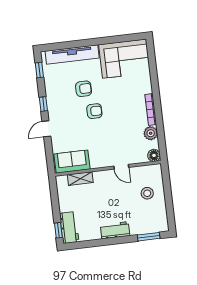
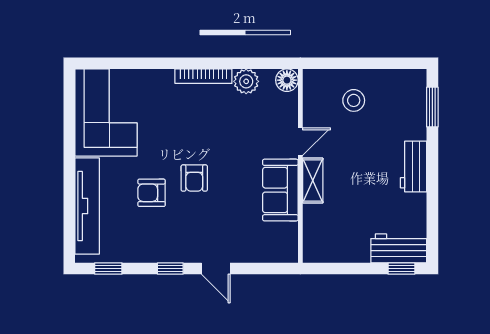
armchair: (84, 89) -> (152, 193), turned -90
armchair: (94, 111) -> (194, 178), turned 180
sofa: (72, 162) -> (280, 190), moved
shelving: (80, 179) -> (313, 181), moved

